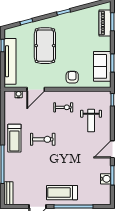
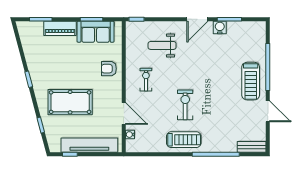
piano: (105, 23) -> (60, 28), moved
weight bench: (91, 121) -> (162, 45), turned 180
door: (112, 149) -> (197, 19), hinge flipped
water cooler: (106, 179) -> (220, 27), moved

